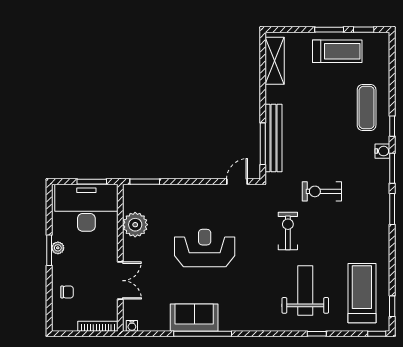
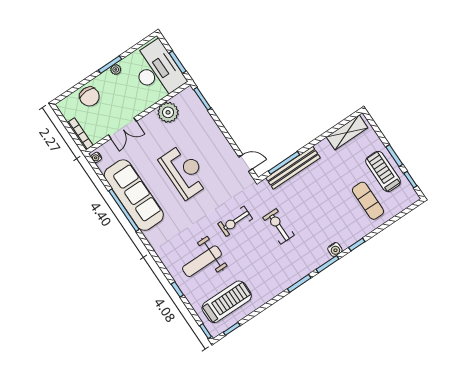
treadmill: (337, 51) -> (383, 171), turned 180
exercise mat: (367, 108) -> (368, 201), moved, turned 90
exercise bike: (288, 231) -> (235, 221), turned 180
weight bench: (305, 290) -> (202, 261), turned 180
chair: (67, 292) -> (89, 97), width x1.87, depth x1.87
sofa: (194, 318) -> (134, 195), width x1.85, depth x1.27

